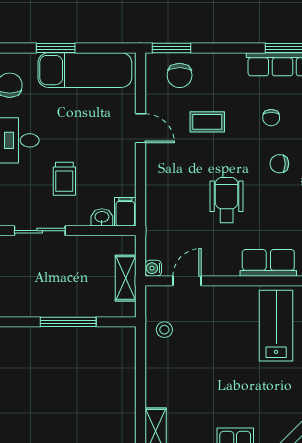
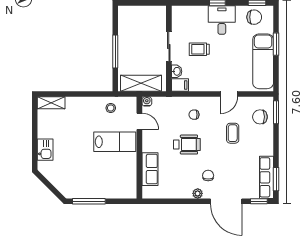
chair: (271, 118) -> (194, 115), moved
sliding door: (40, 231) -> (169, 46), moved
shelving: (126, 278) -> (141, 83), width x1.50, depth x1.33
lab bench: (276, 326) -> (115, 142), moved

